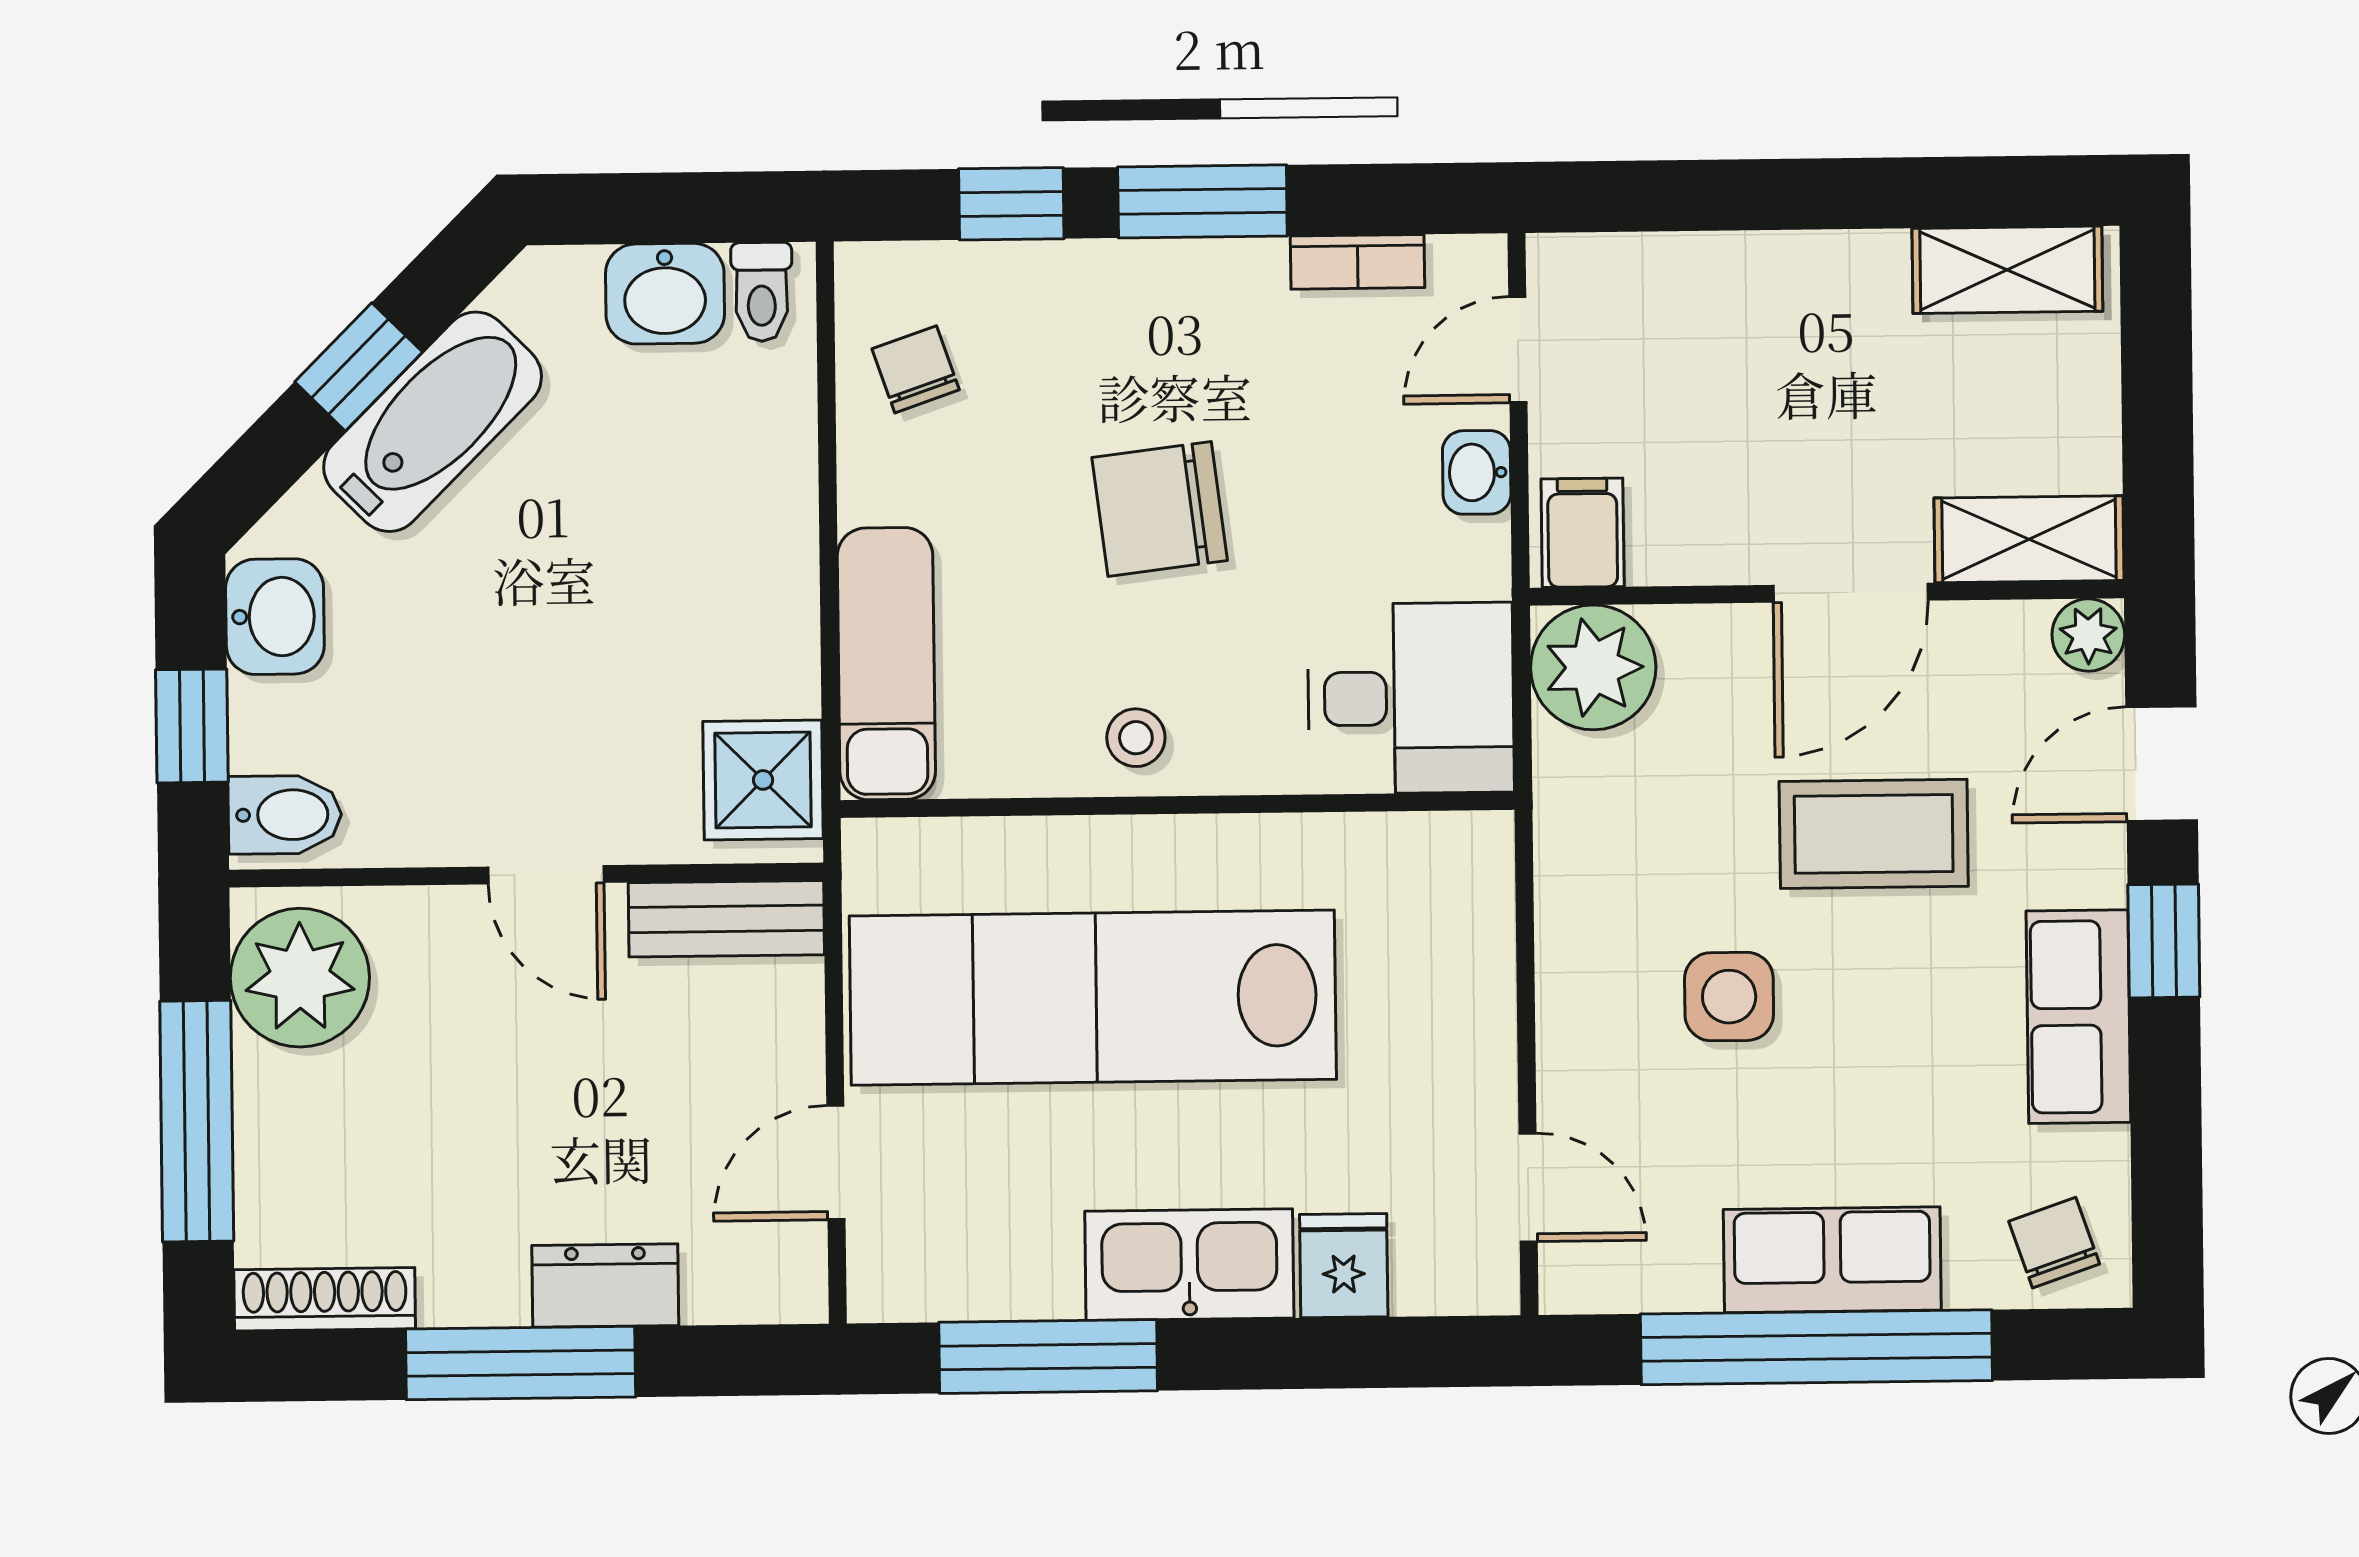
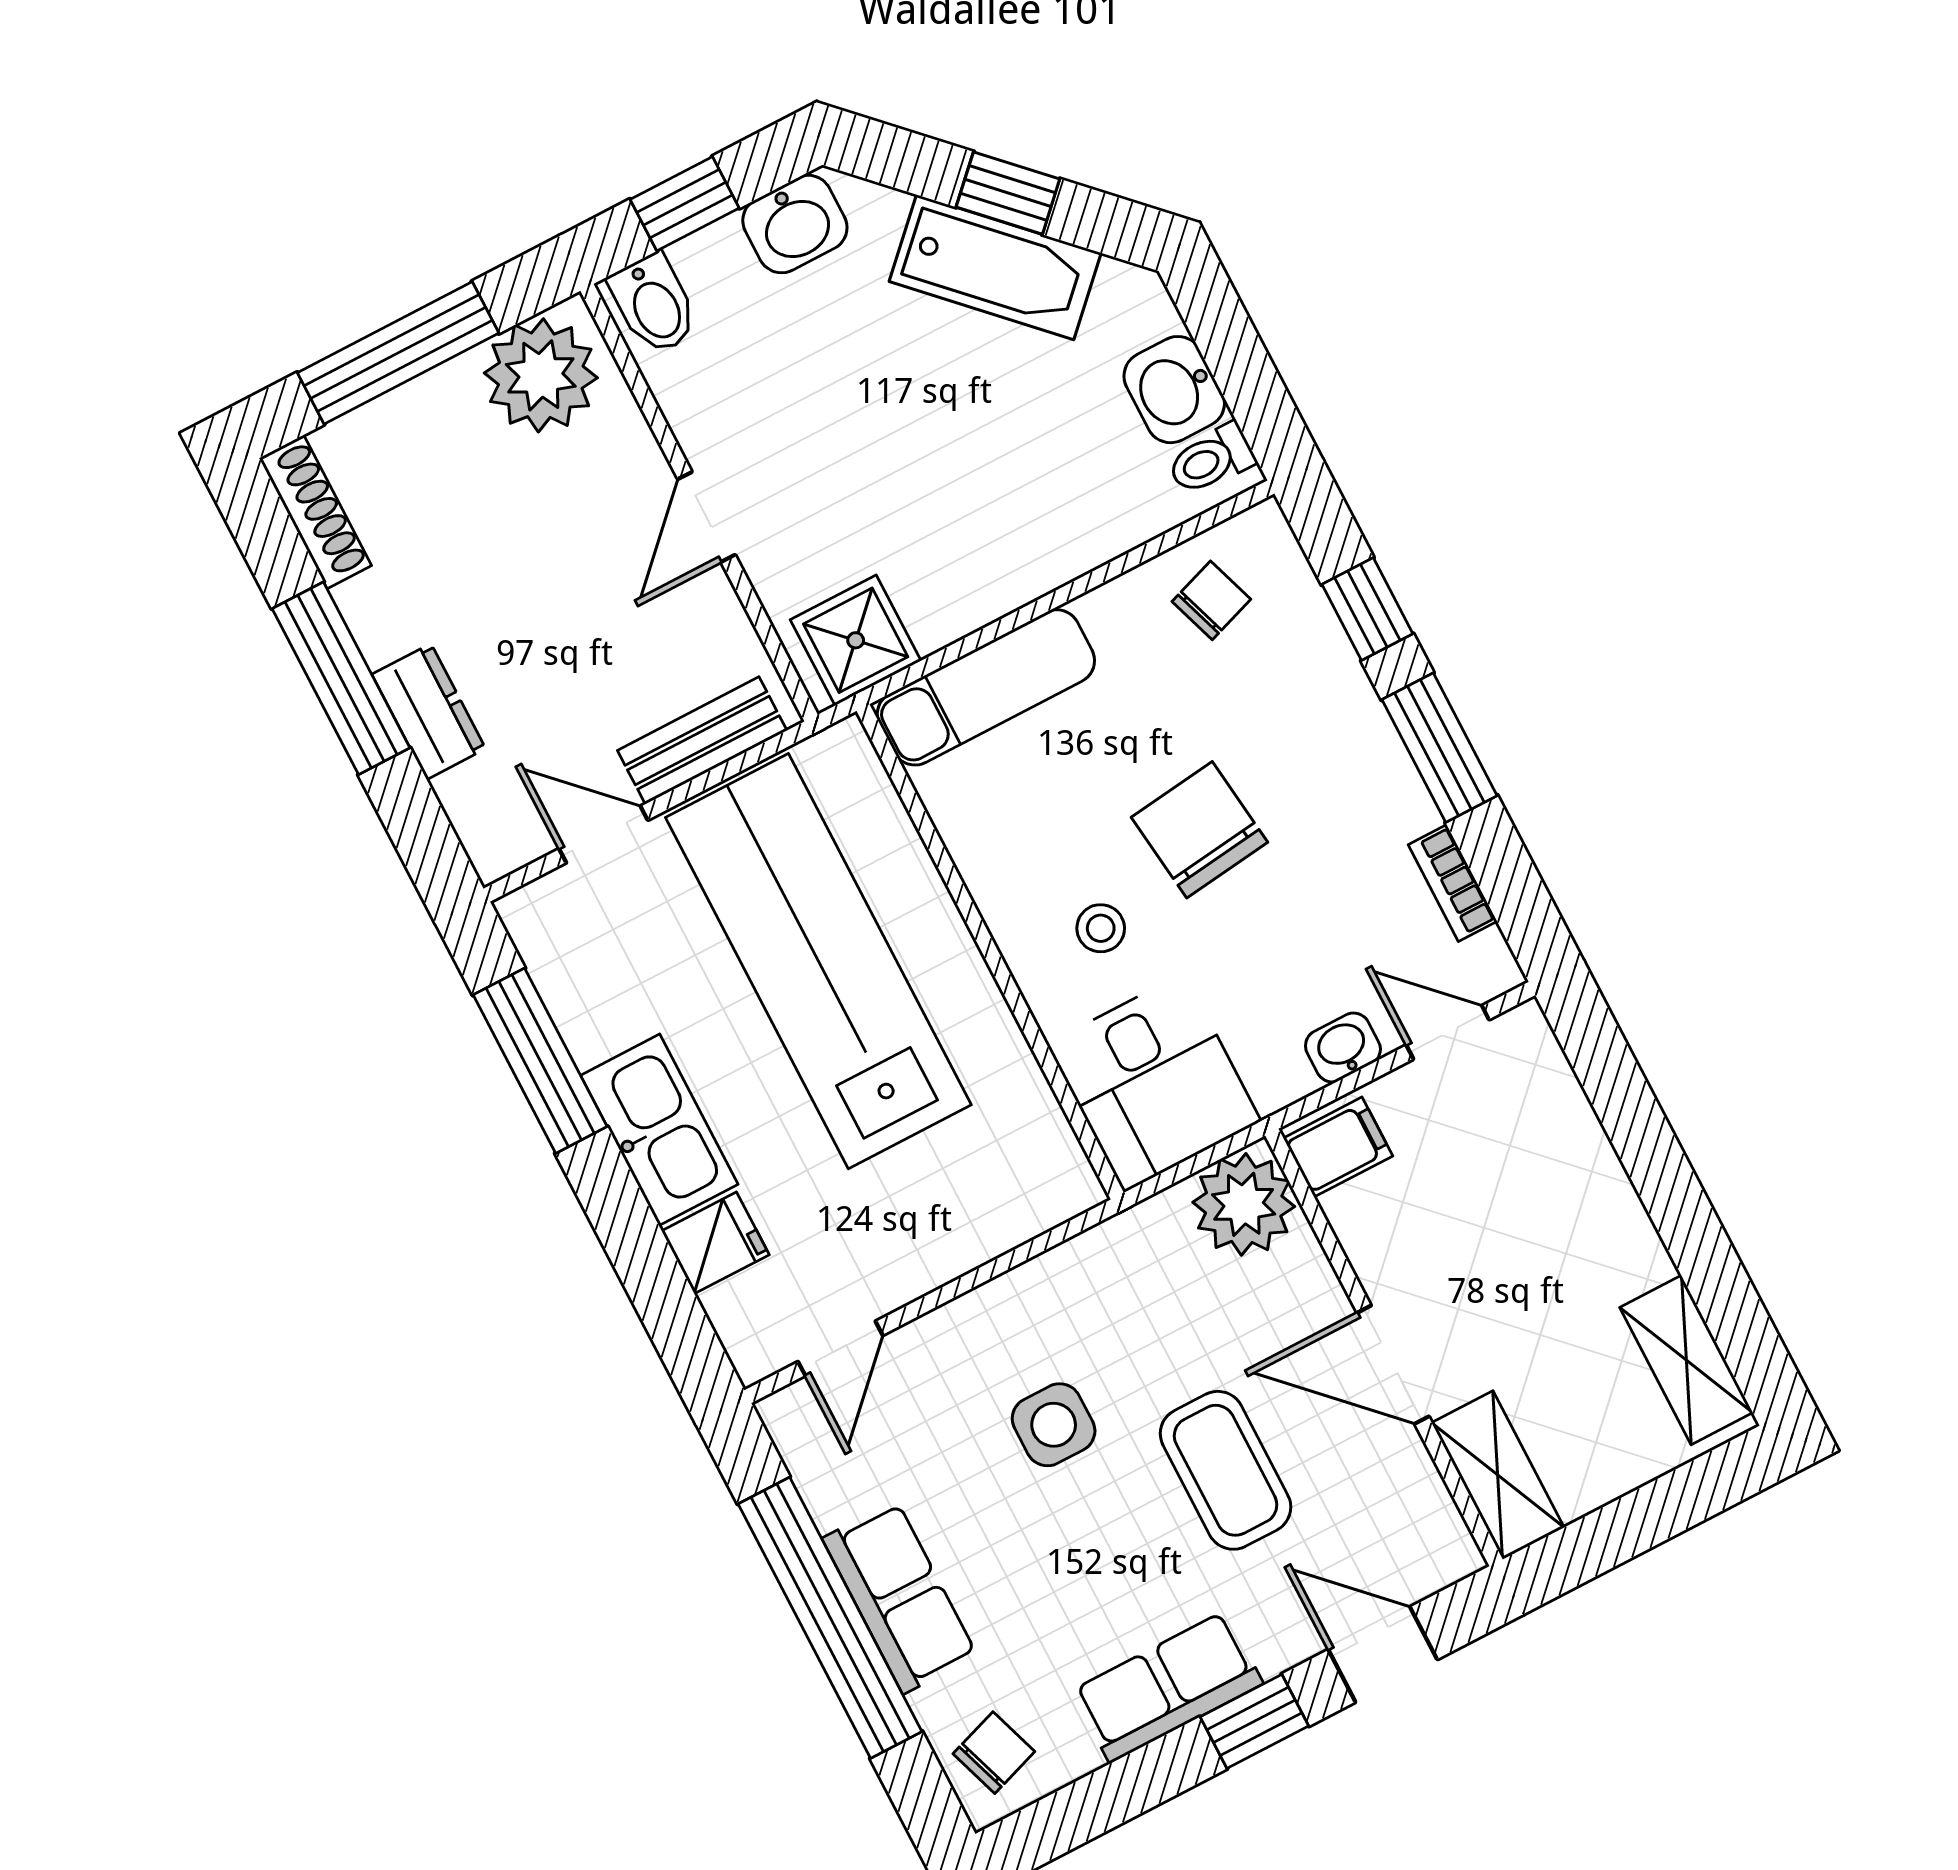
plant: (2088, 635) -> (1450, 1554), removed
stool: (1136, 738) -> (1101, 928), moved
bench: (726, 919) -> (702, 740), moved, turned 90

